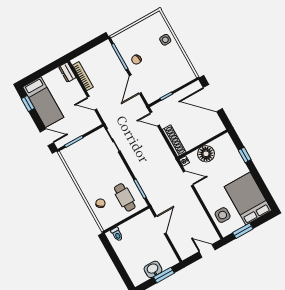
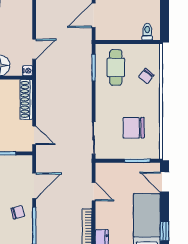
chair: (89, 163) -> (134, 128), added
door: (188, 178) -> (34, 49), swing flipped

